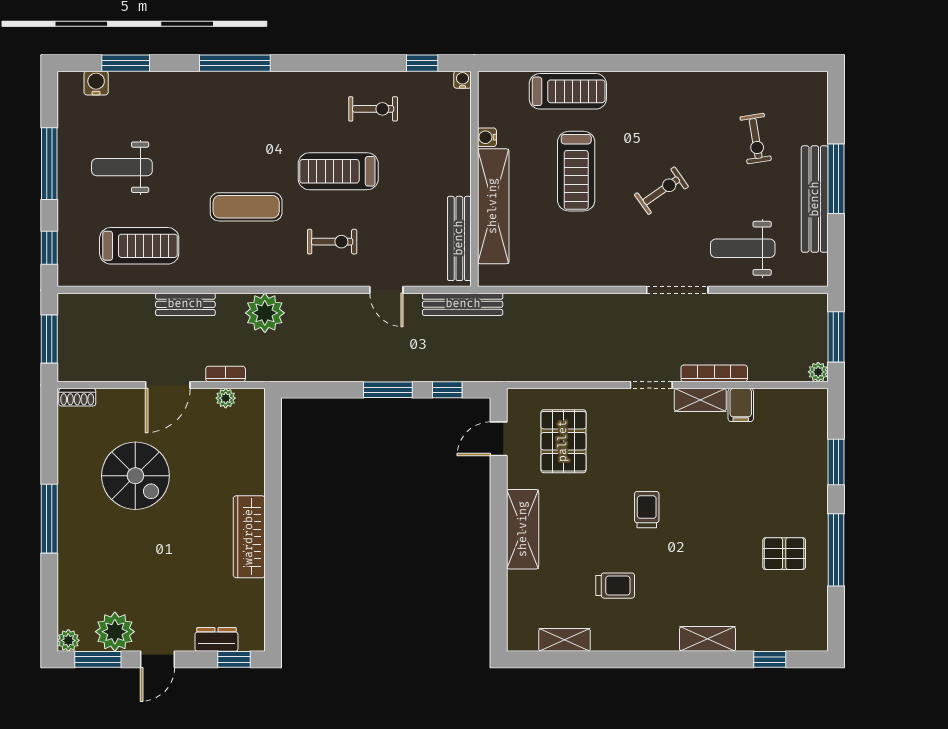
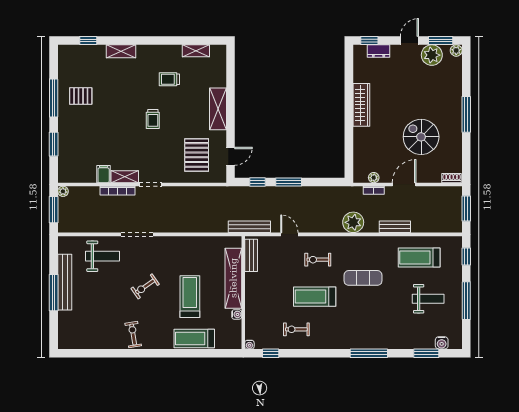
exercise bike: (756, 139) -> (133, 334), moved
treadmill: (338, 171) -> (315, 297), turned 180
bench: (459, 238) -> (251, 255), width x0.73

